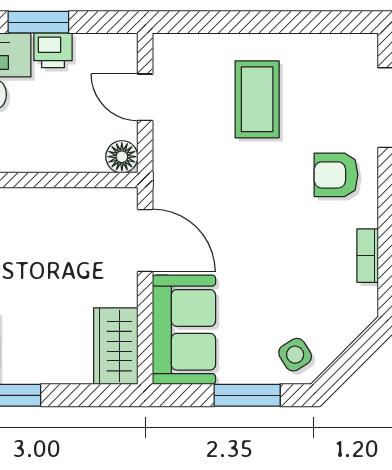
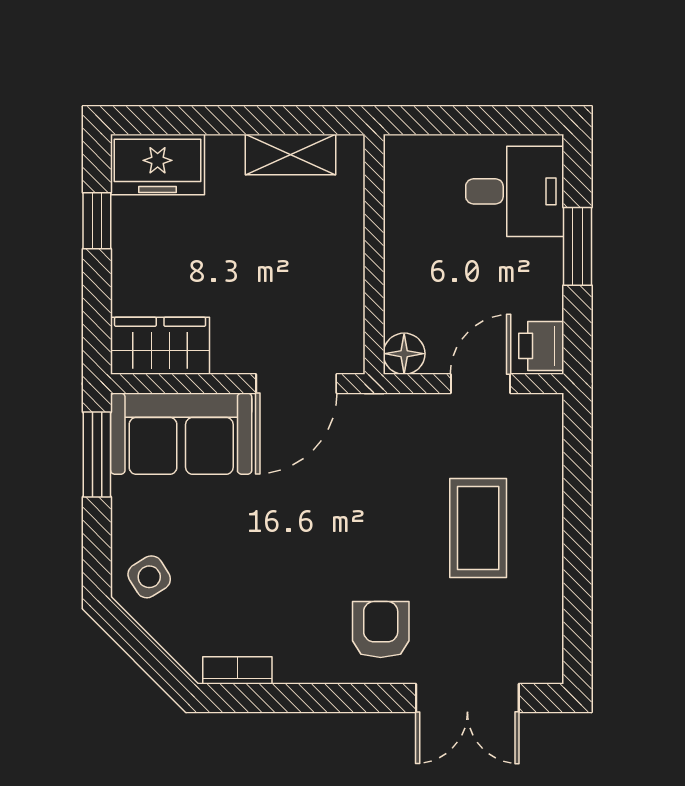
printer: (53, 50) -> (541, 346), moved
coffee table: (257, 99) -> (478, 528), turned 90
bookcase: (368, 256) -> (237, 670), moved
window: (247, 395) -> (97, 454), moved

